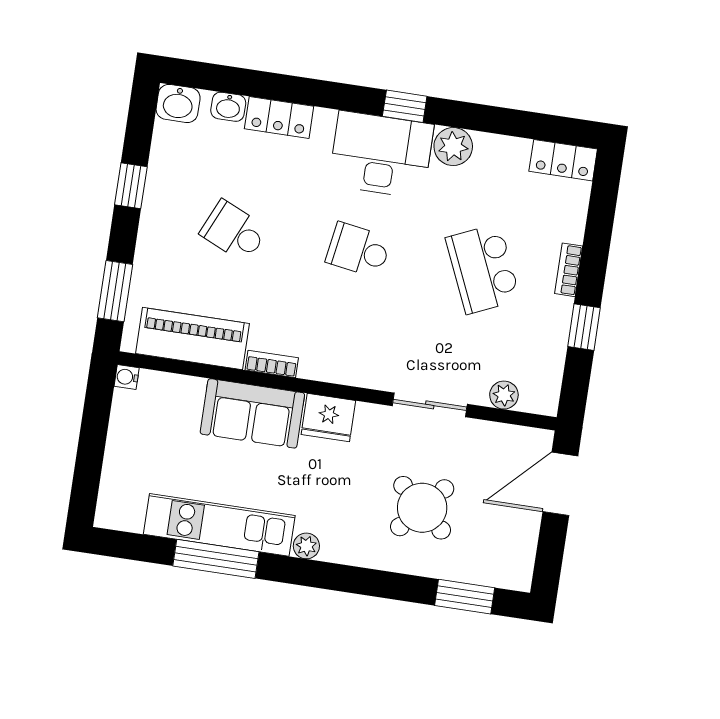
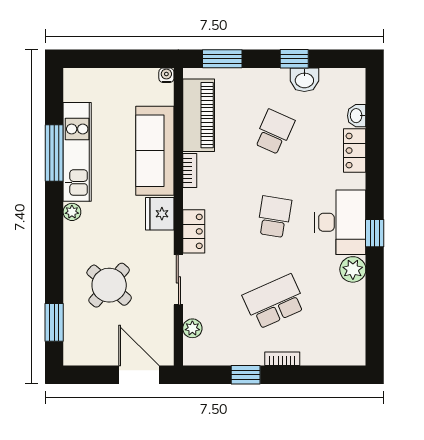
washbasin: (178, 103) -> (304, 80), moved, turned -90
locker: (563, 160) -> (194, 231), moved, turned 180
sofa: (252, 413) -> (155, 151), width x1.36

